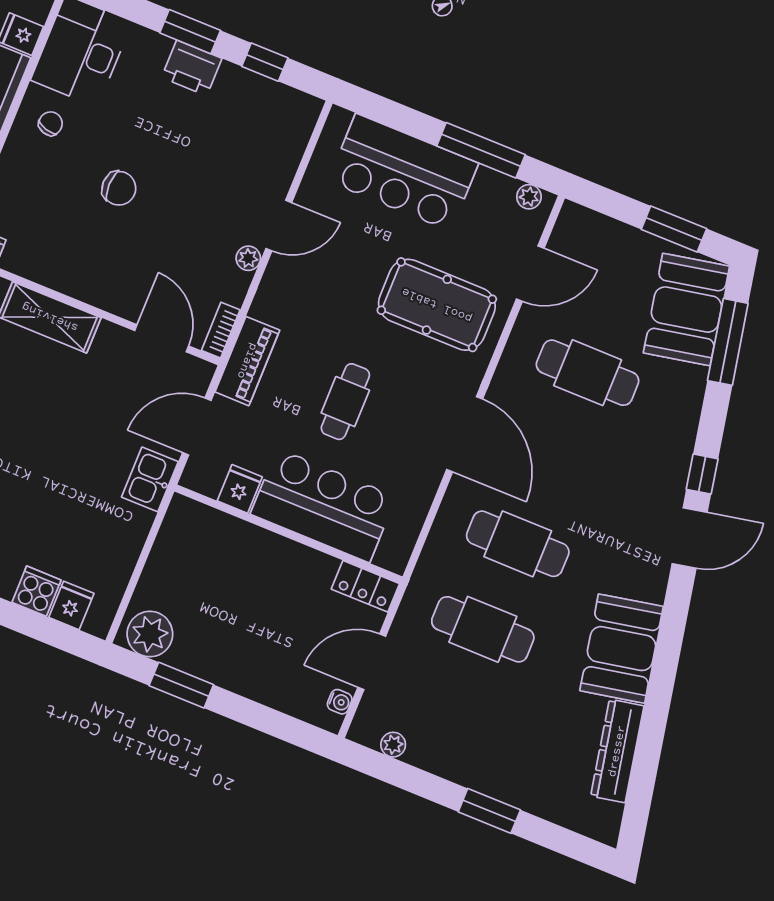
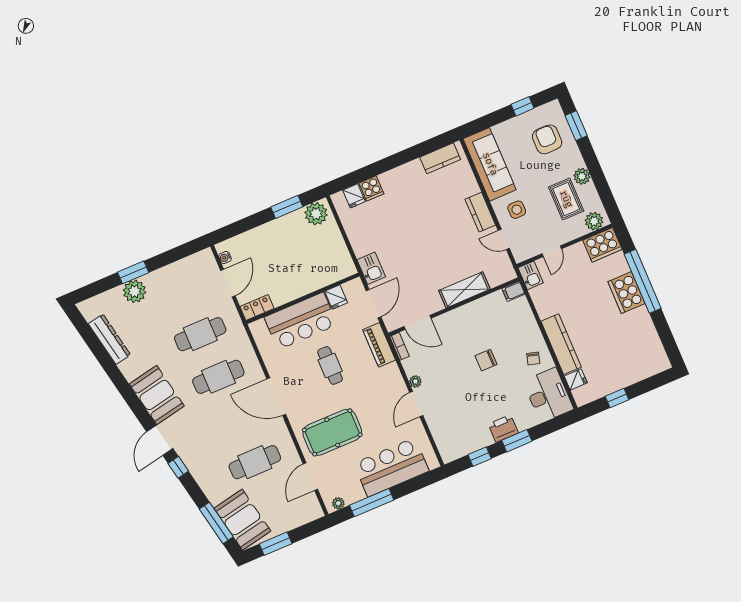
booth: (622, 649) -> (157, 395), moved
plant: (393, 745) -> (135, 291), moved, width x1.87, depth x1.87

